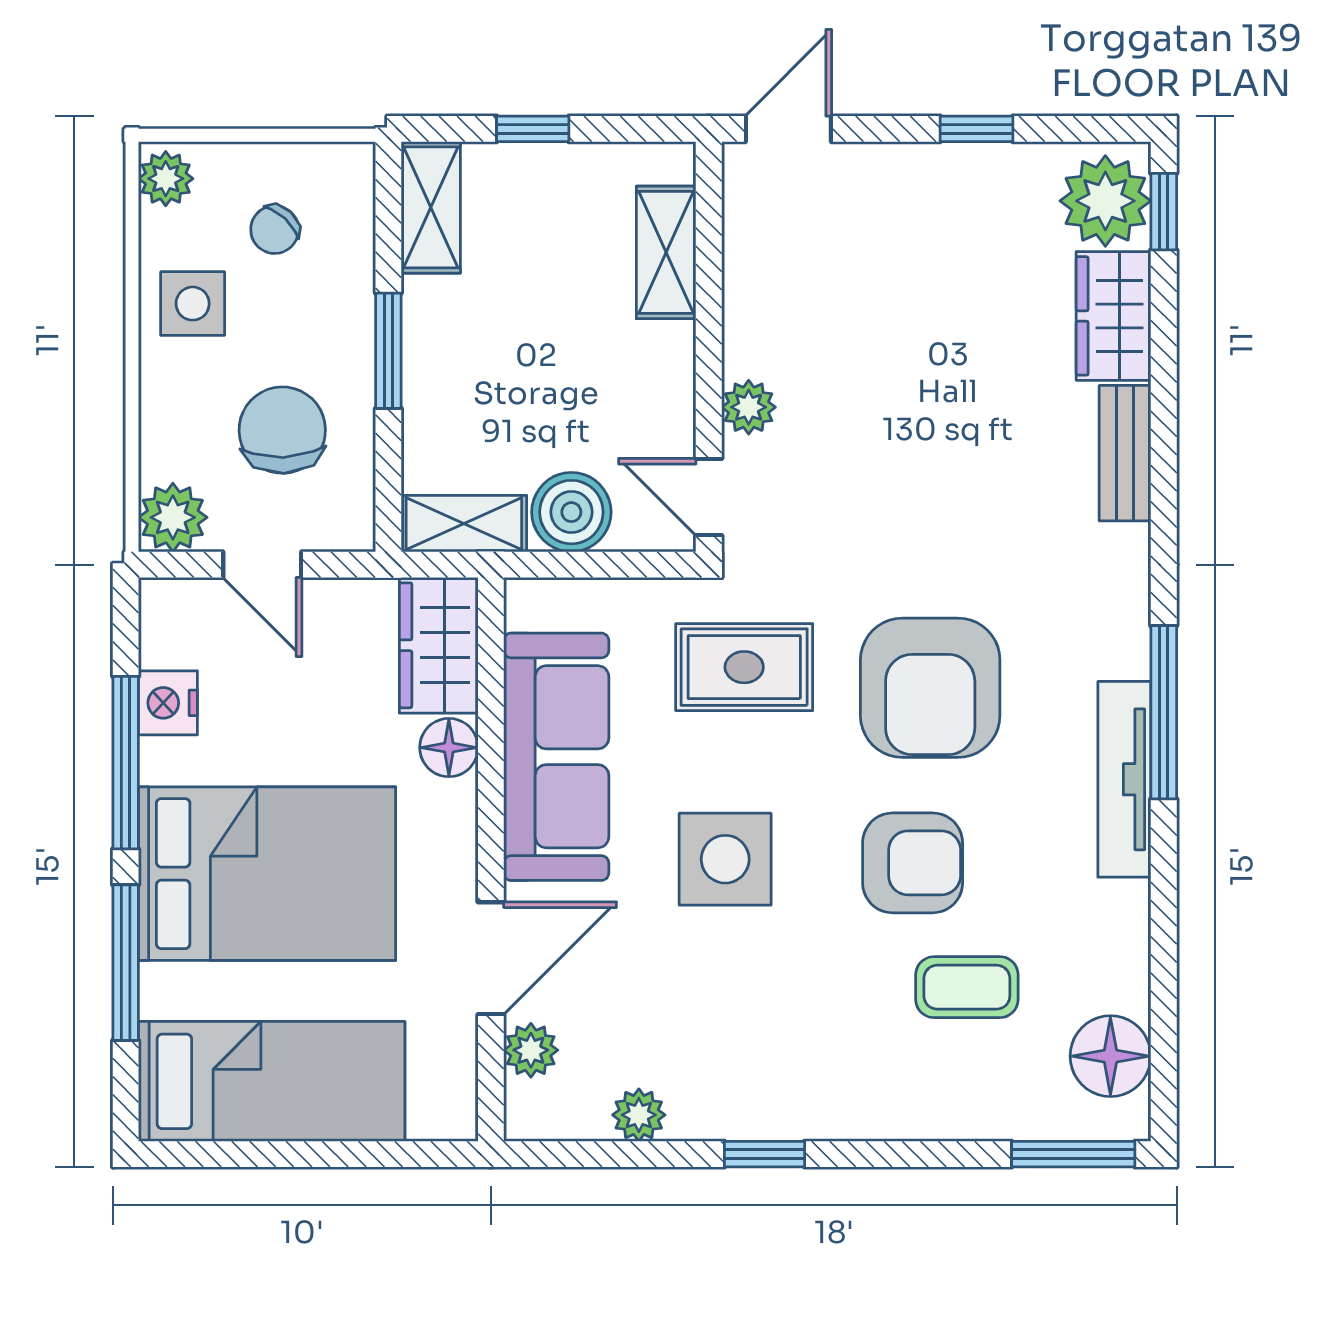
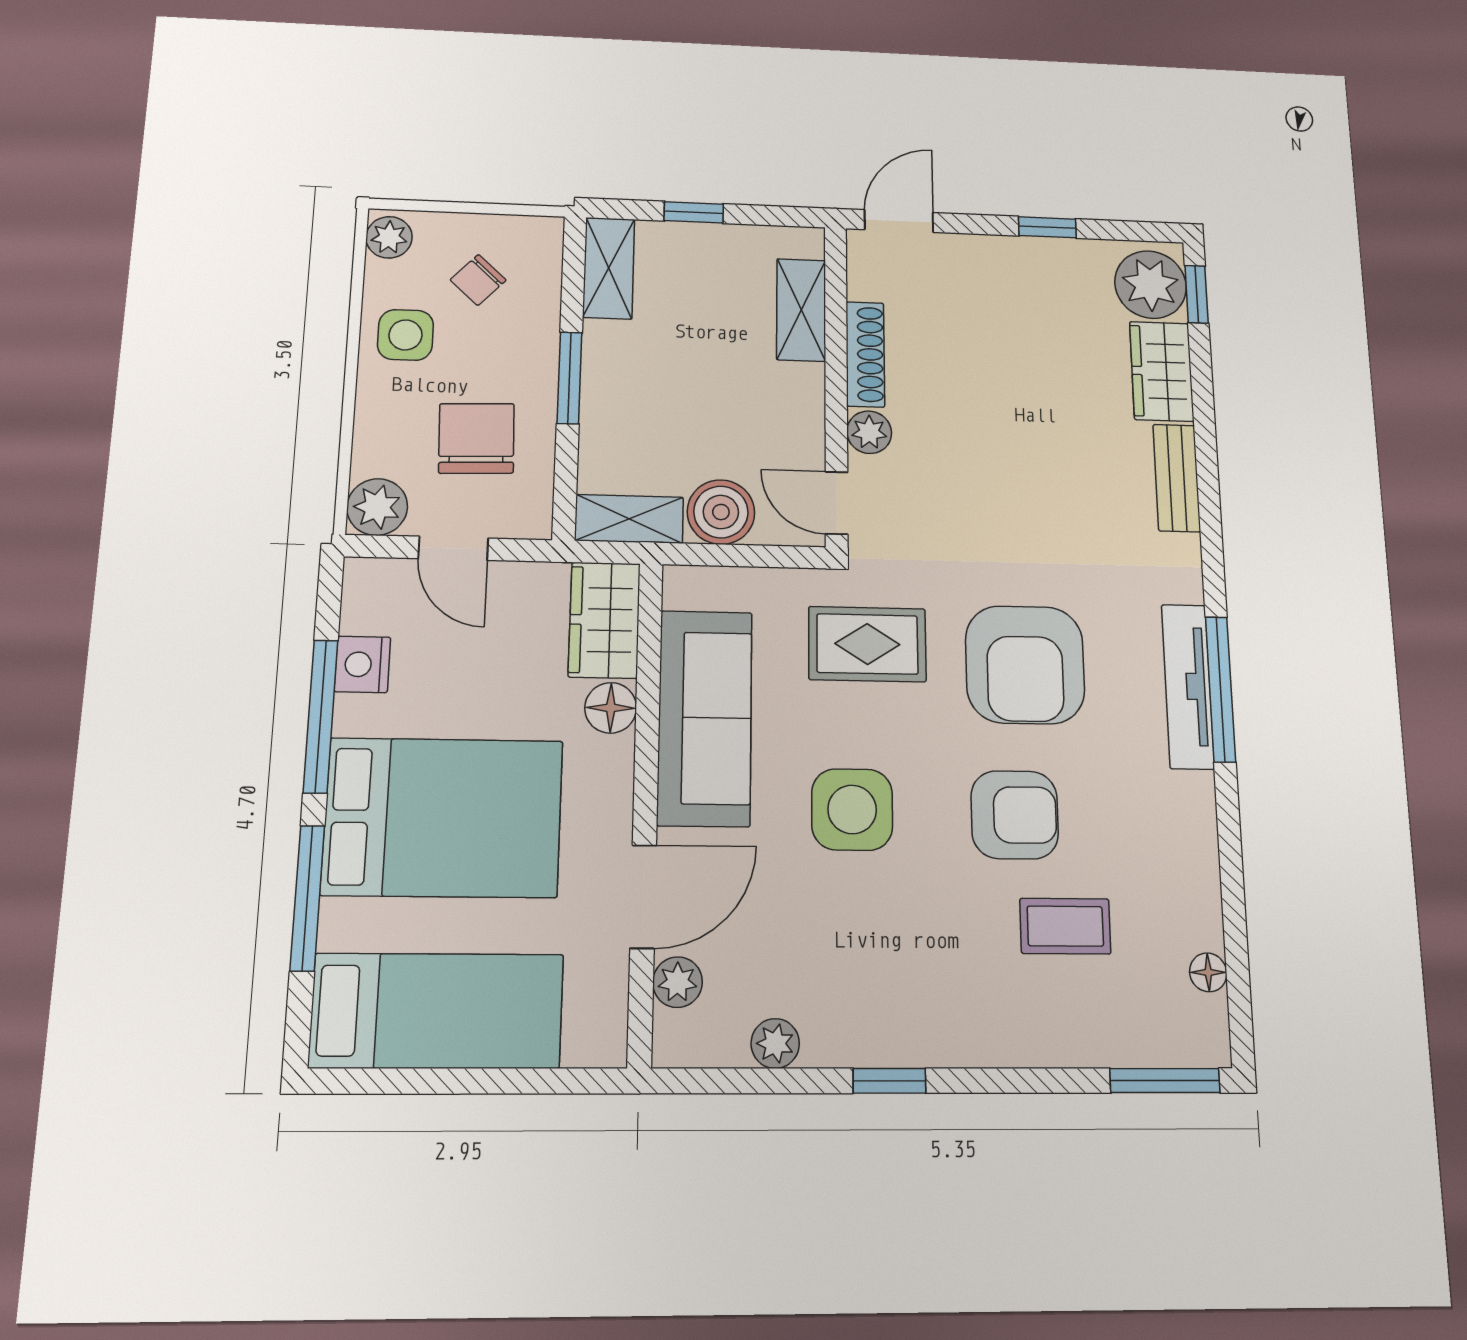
shoe rack: (745, 307) -> (865, 354), added
tv unit: (1124, 779) -> (1188, 686), moved
floor lamp: (1110, 1056) -> (1208, 972), width x0.53, depth x0.53

